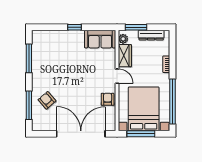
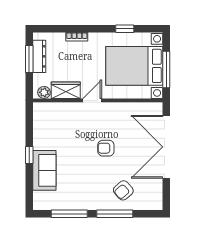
window: (136, 27) -> (29, 59), moved
sofa: (100, 39) -> (44, 170), moved
armchair: (108, 99) -> (106, 148), moved
window: (172, 101) -> (125, 29), width x0.32
window: (29, 105) -> (115, 214), moved

